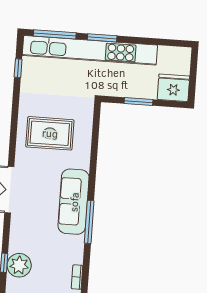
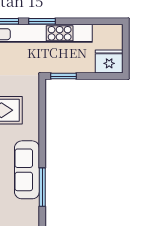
window: (139, 102) -> (63, 76), moved

